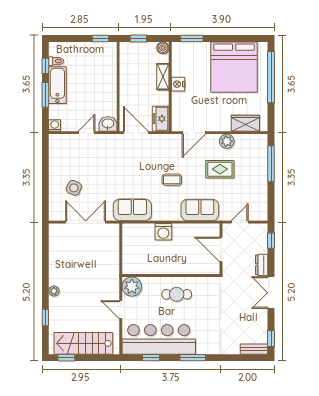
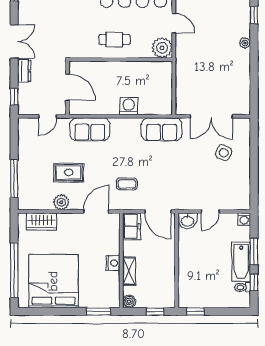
coffee table: (172, 180) -> (127, 184), moved

